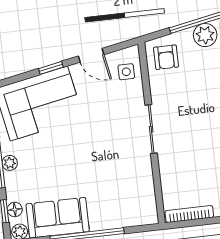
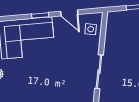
armchair: (166, 57) -> (120, 25), removed

